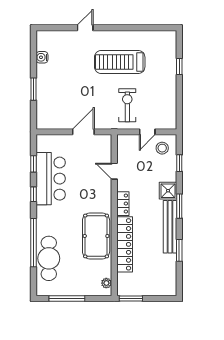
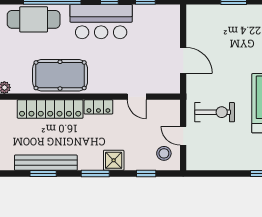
door: (114, 171) -> (137, 97), swing flipped
bar counter: (51, 179) -> (101, 22), moved
bench: (170, 227) -> (46, 163), moved

